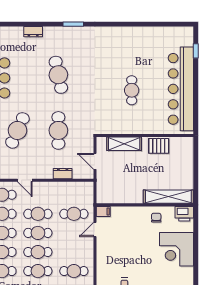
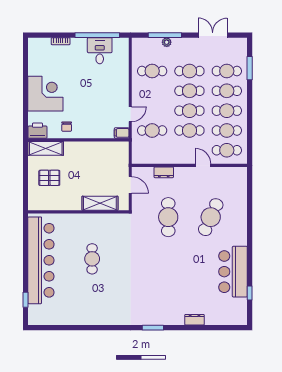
cafe table: (58, 75) -> (168, 275), removed
pallet: (159, 146) -> (49, 178), moved
shelving: (168, 197) -> (46, 148), width x0.68

